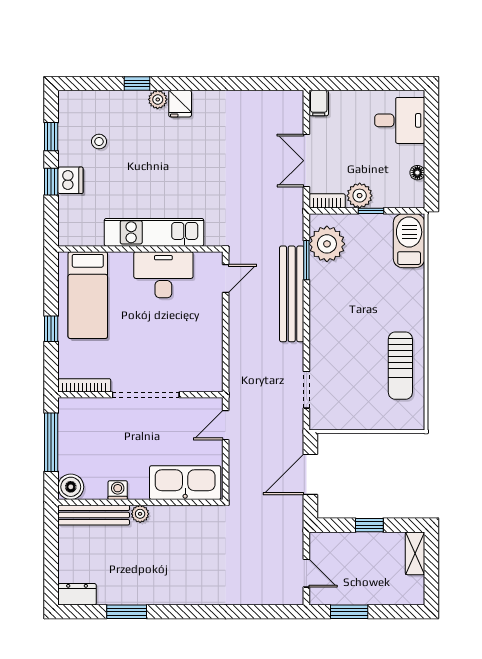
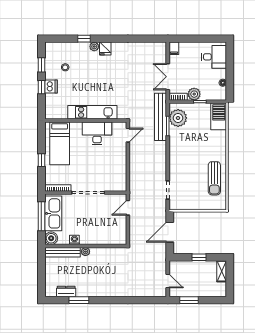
bench: (292, 294) -> (161, 117), moved
kitchen sink: (185, 483) -> (53, 213), moved, turned 90
dresser: (77, 594) -> (66, 291), moved

